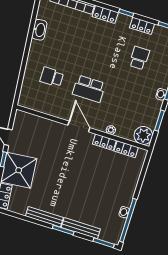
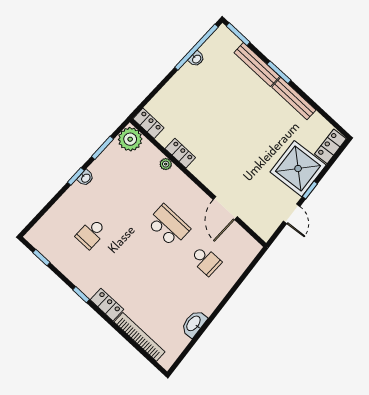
locker: (142, 26) -> (70, 270), removed
door: (79, 127) -> (225, 208), moved
locker: (126, 149) -> (148, 123), moved

